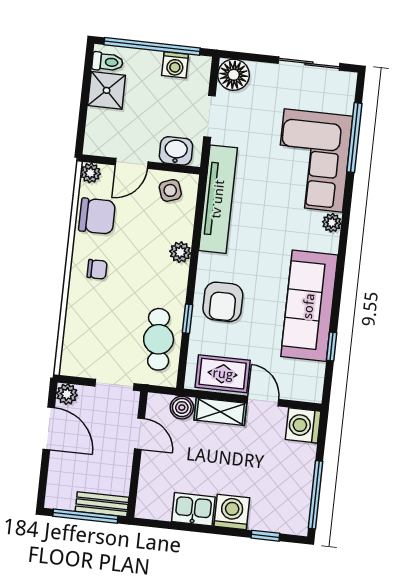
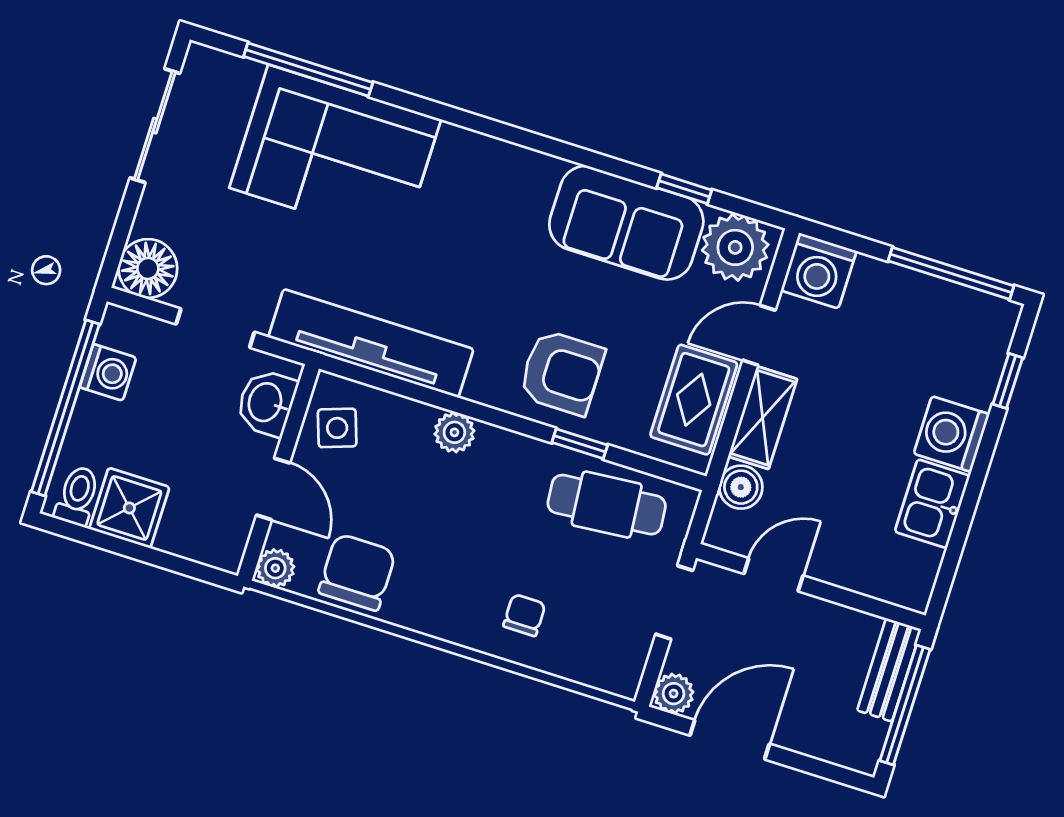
plant: (332, 223) -> (735, 247), moved, width x1.88, depth x1.88
chair: (97, 269) -> (524, 615), moved
sofa: (309, 306) -> (626, 223), width x0.73

